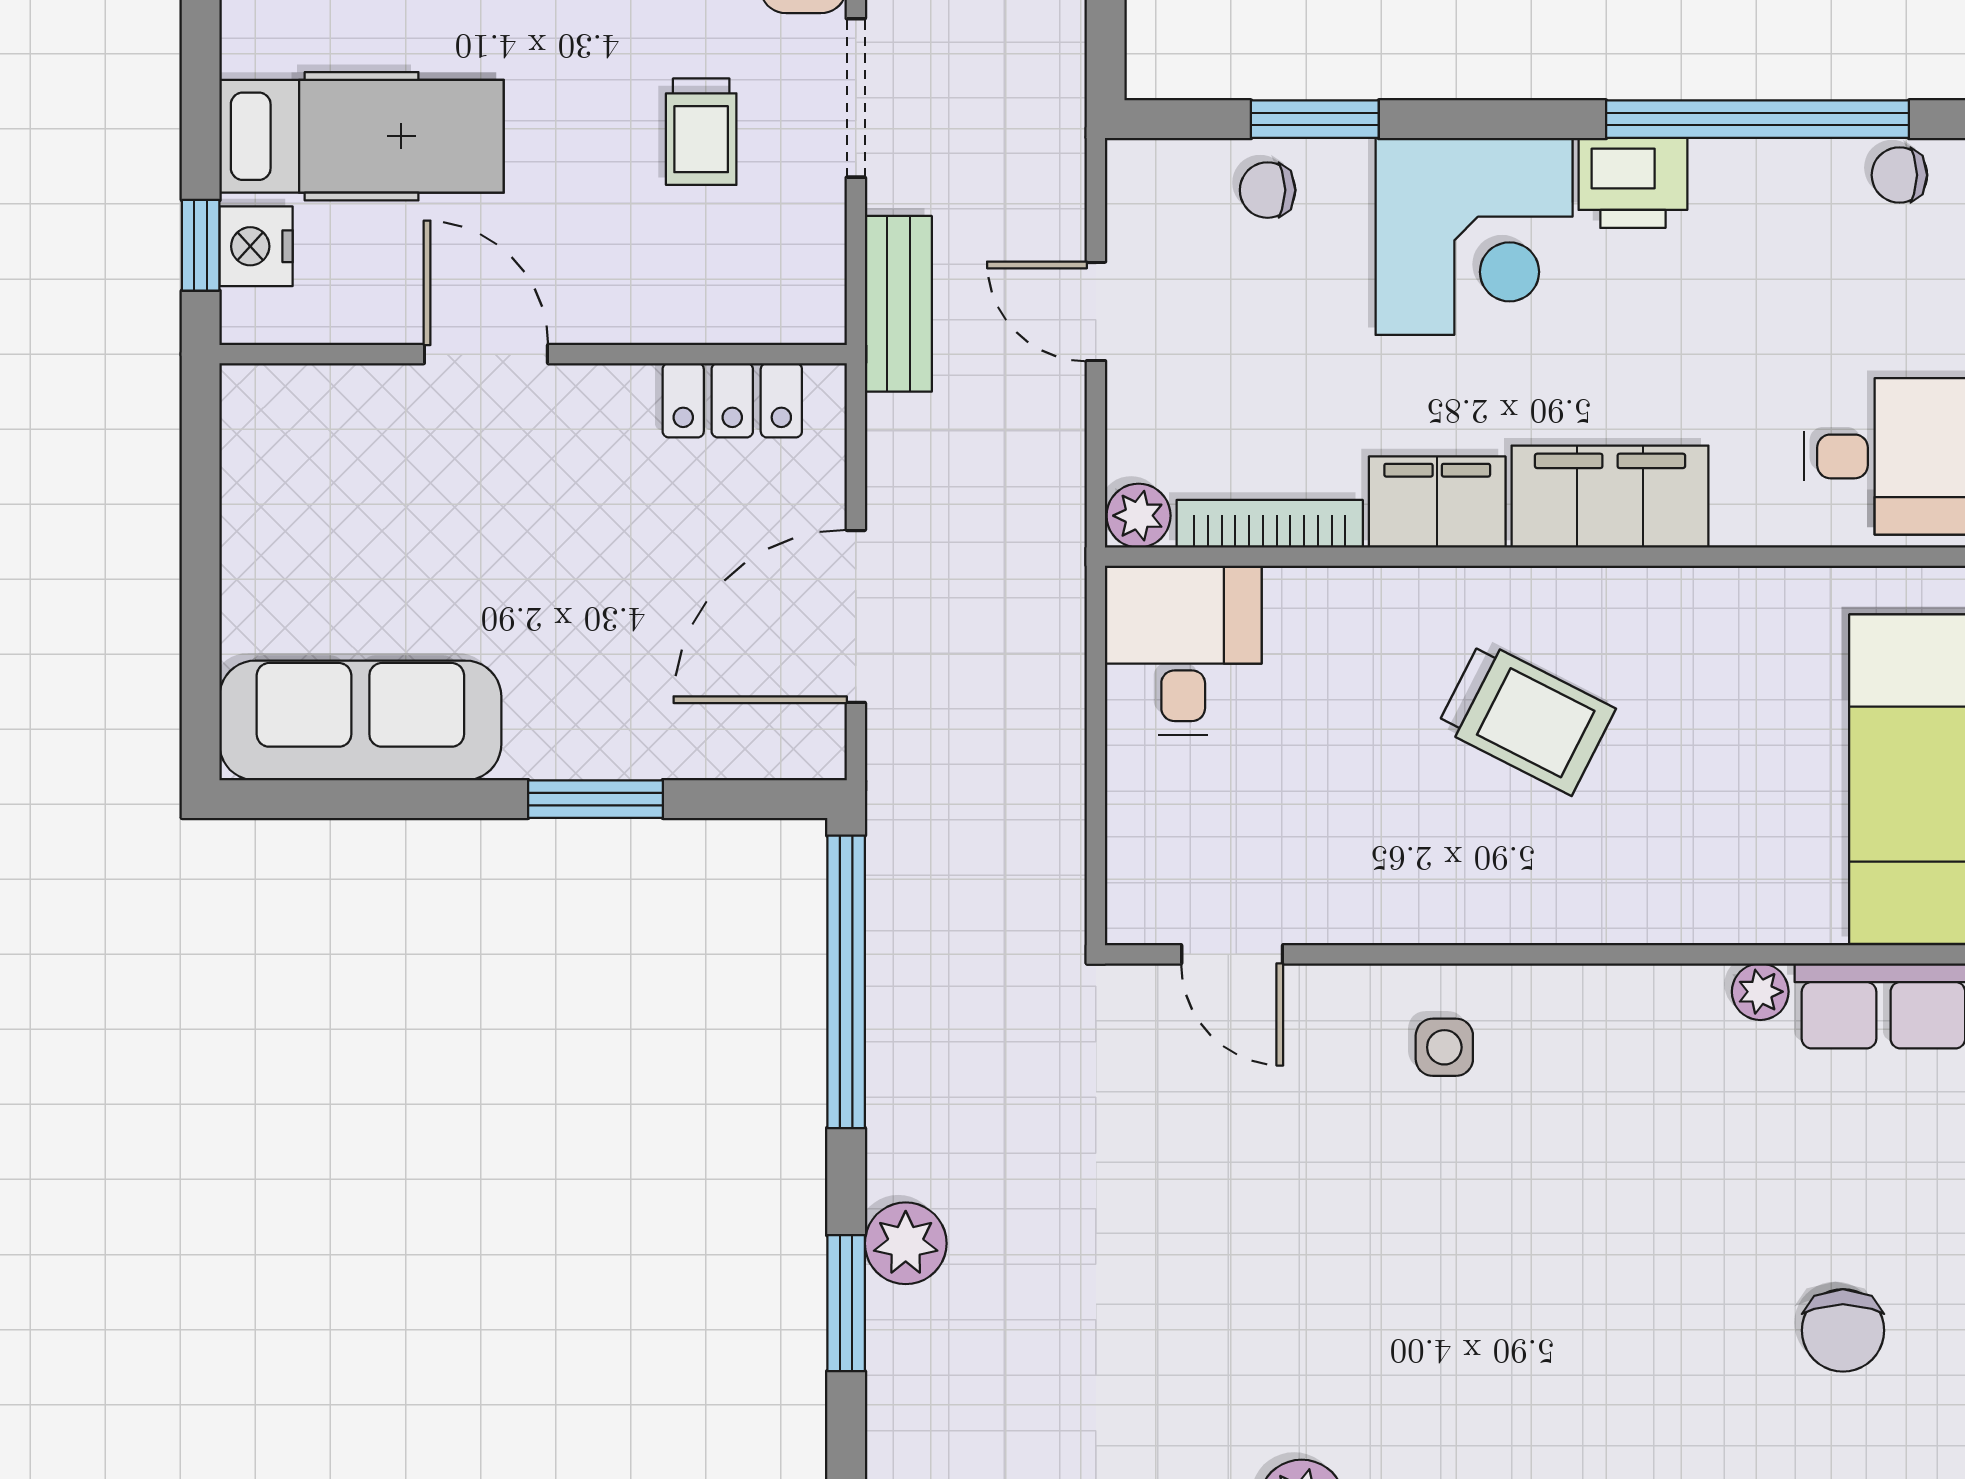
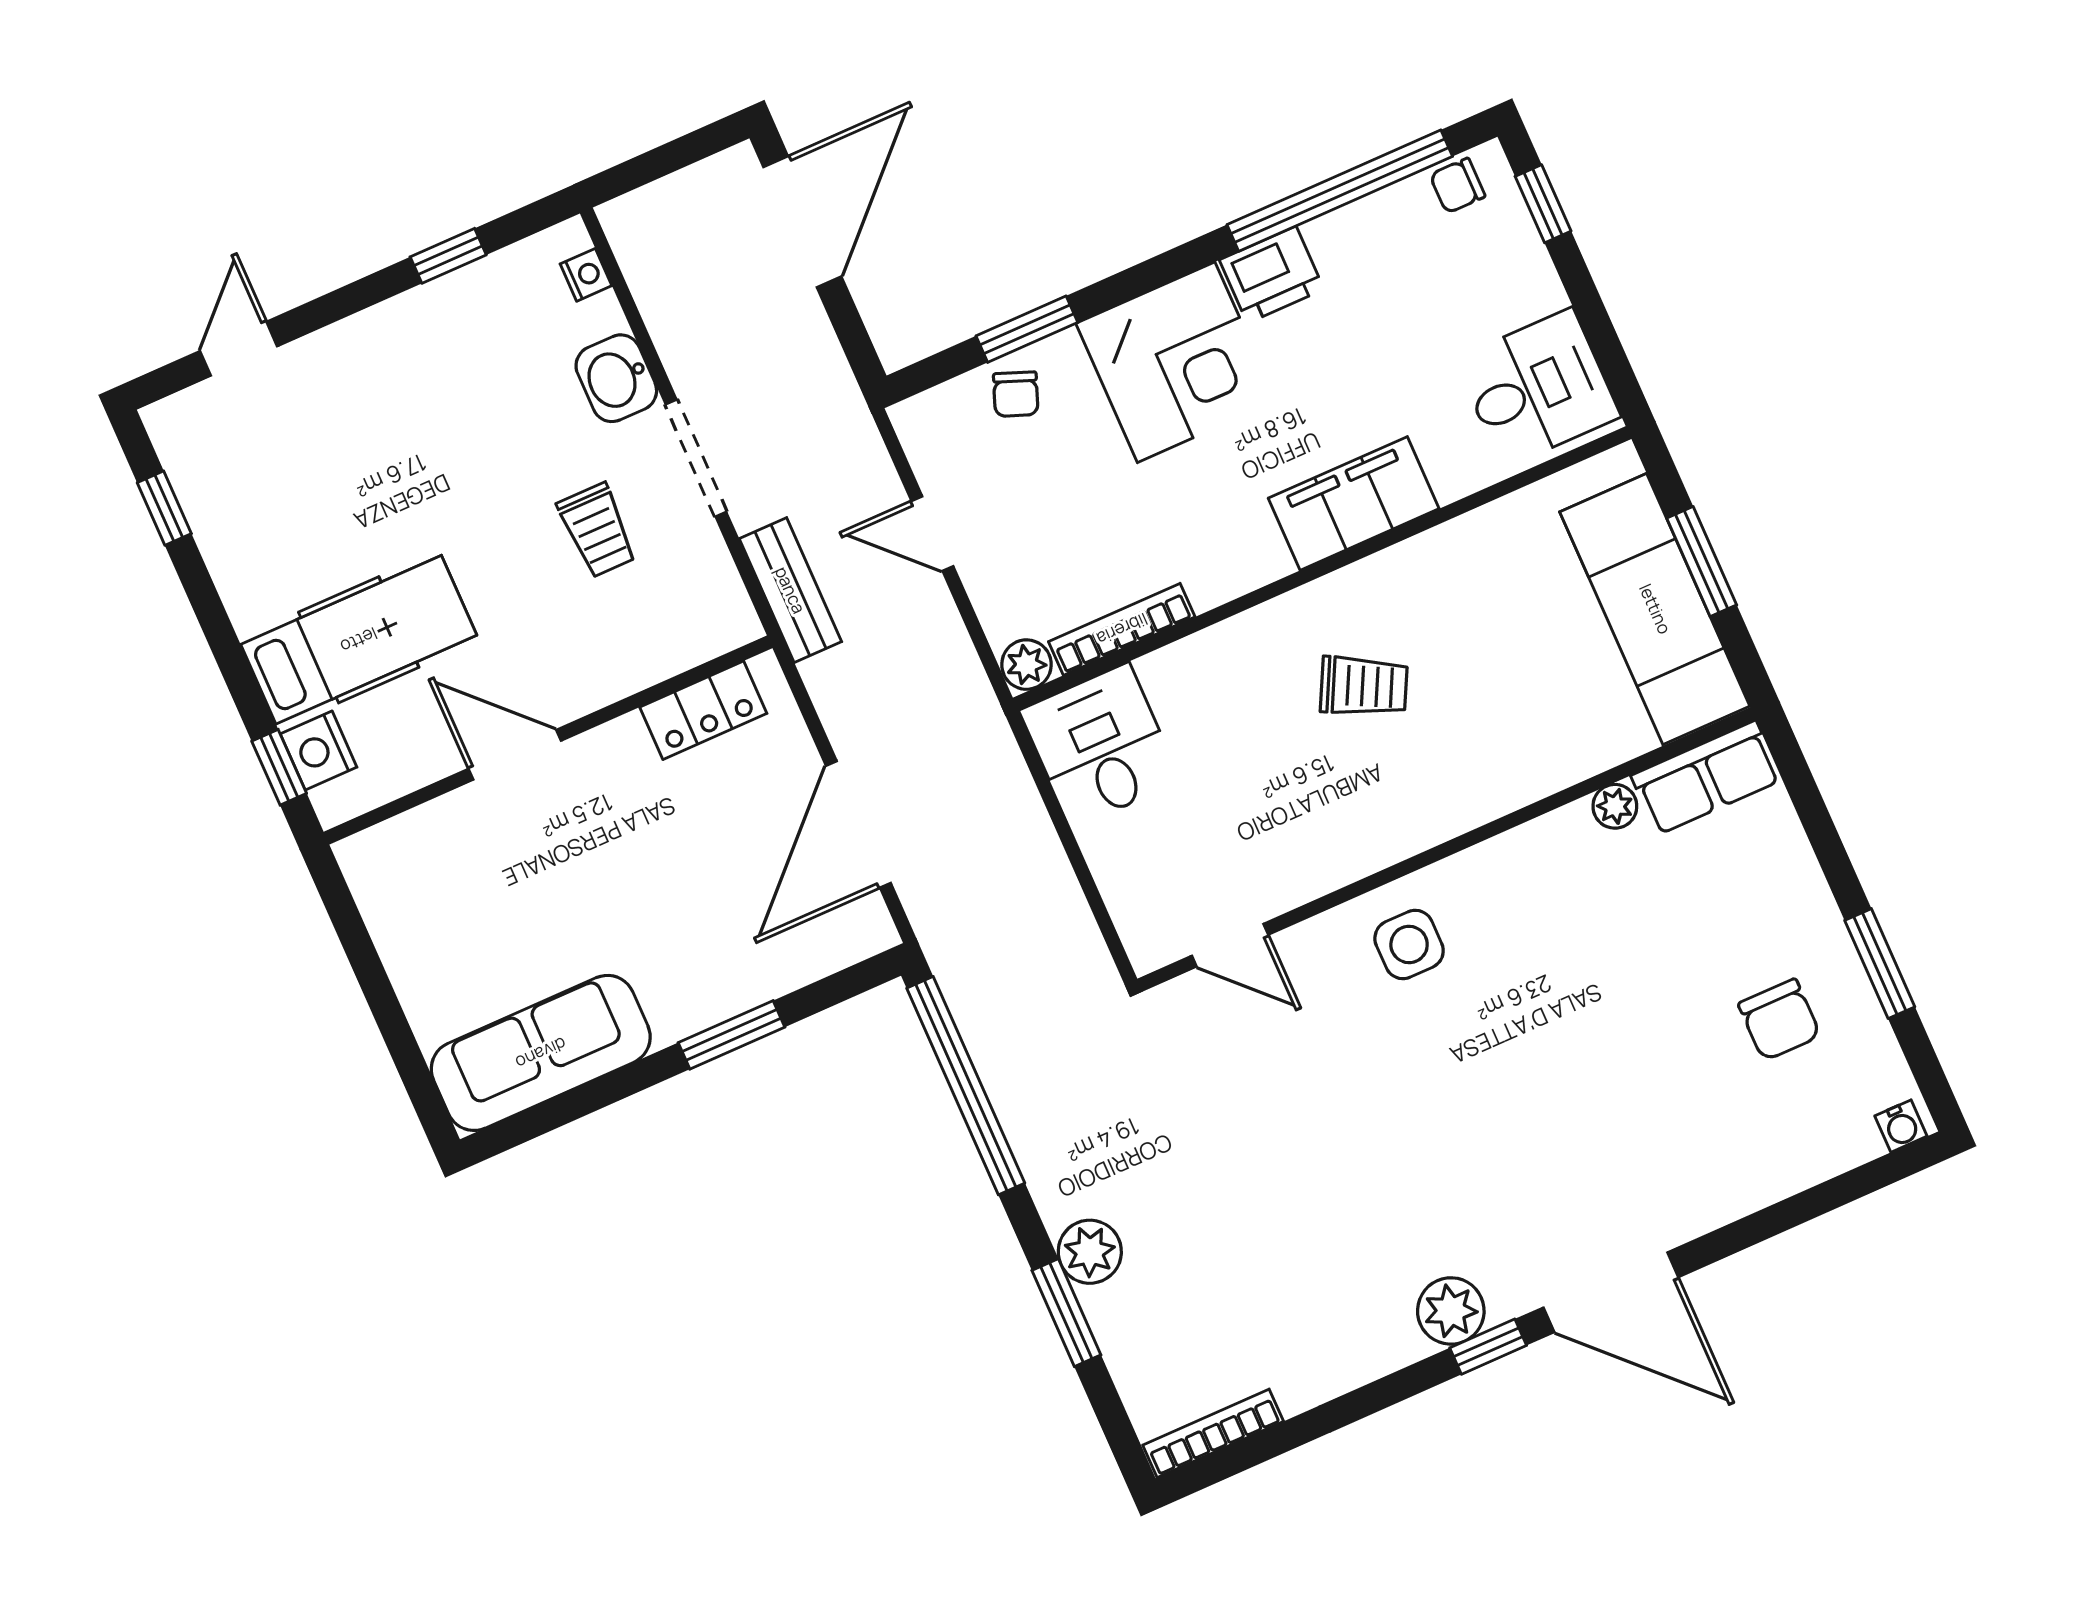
chair: (1268, 190) -> (1016, 394), turned -69
filing cabinet: (1437, 502) -> (1233, 561), removed
trolley: (1526, 718) -> (1364, 686), width x0.73, depth x0.72
side table: (1444, 1047) -> (1409, 944), width x1.37, depth x1.37

